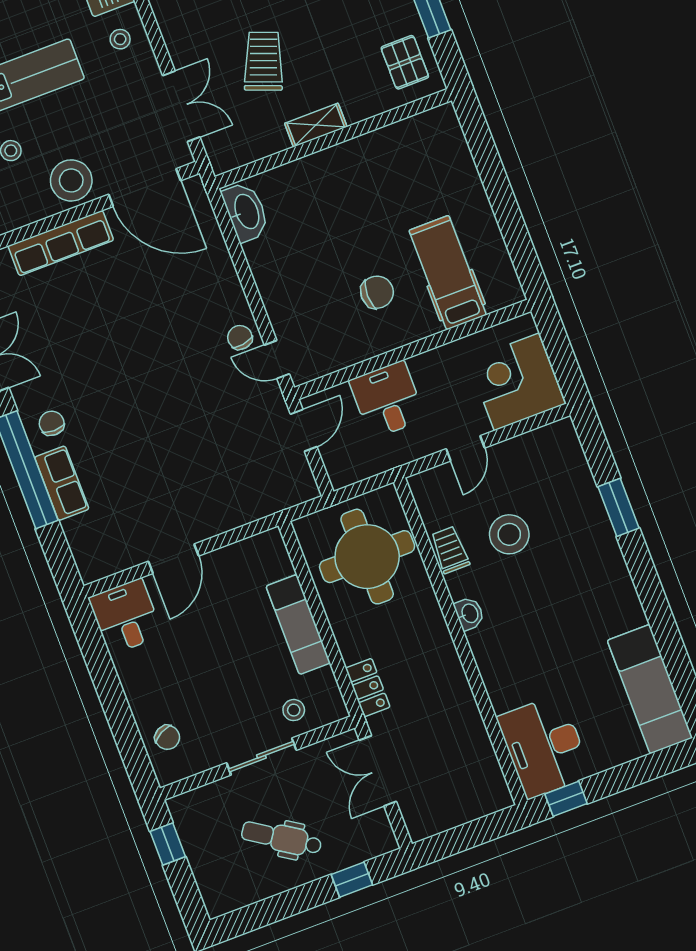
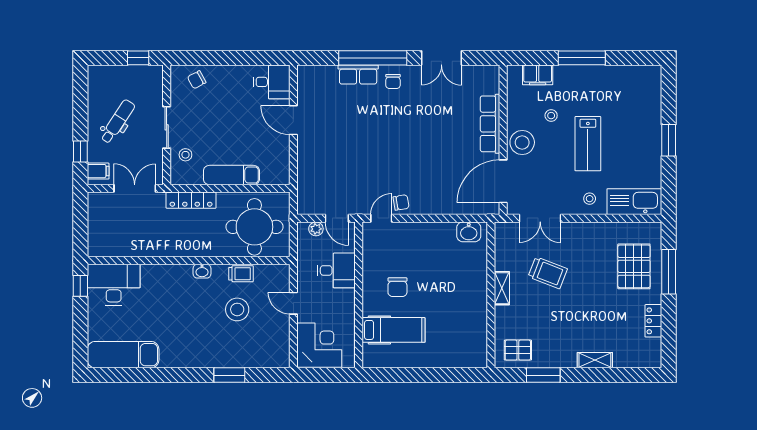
washbasin: (246, 212) -> (469, 232), width x0.72
chair: (52, 423) -> (393, 81), turned 90
plant: (333, 457) -> (316, 229), added
locker: (368, 688) -> (191, 200), width x1.53
filing cabinet: (372, 839) -> (98, 171), added

